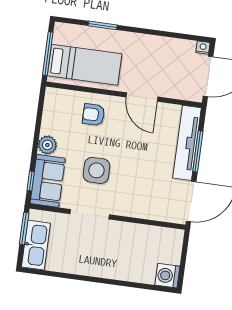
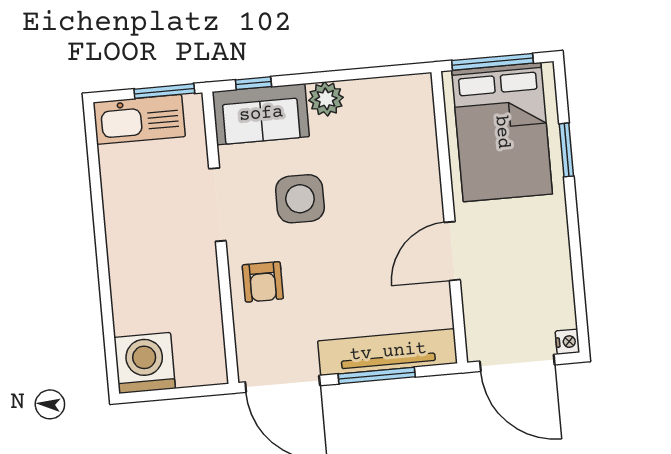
bed: (85, 65) -> (502, 132), width x1.50
armchair: (94, 115) -> (263, 282), moved, turned 180
washing machine: (167, 276) -> (145, 363), width x1.37, depth x1.37

